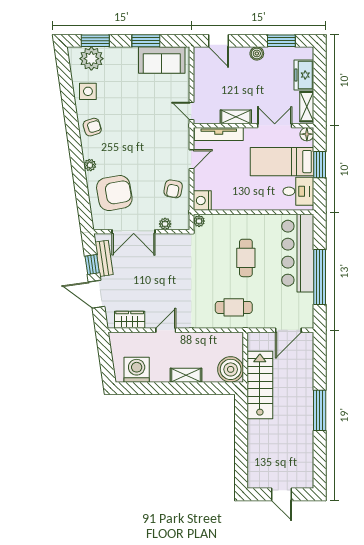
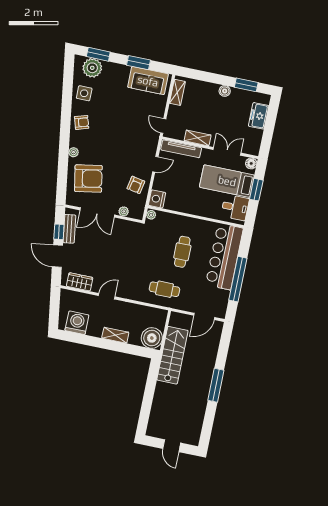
door: (219, 41) -> (196, 75), removed
shelving: (307, 107) -> (177, 92), moved

